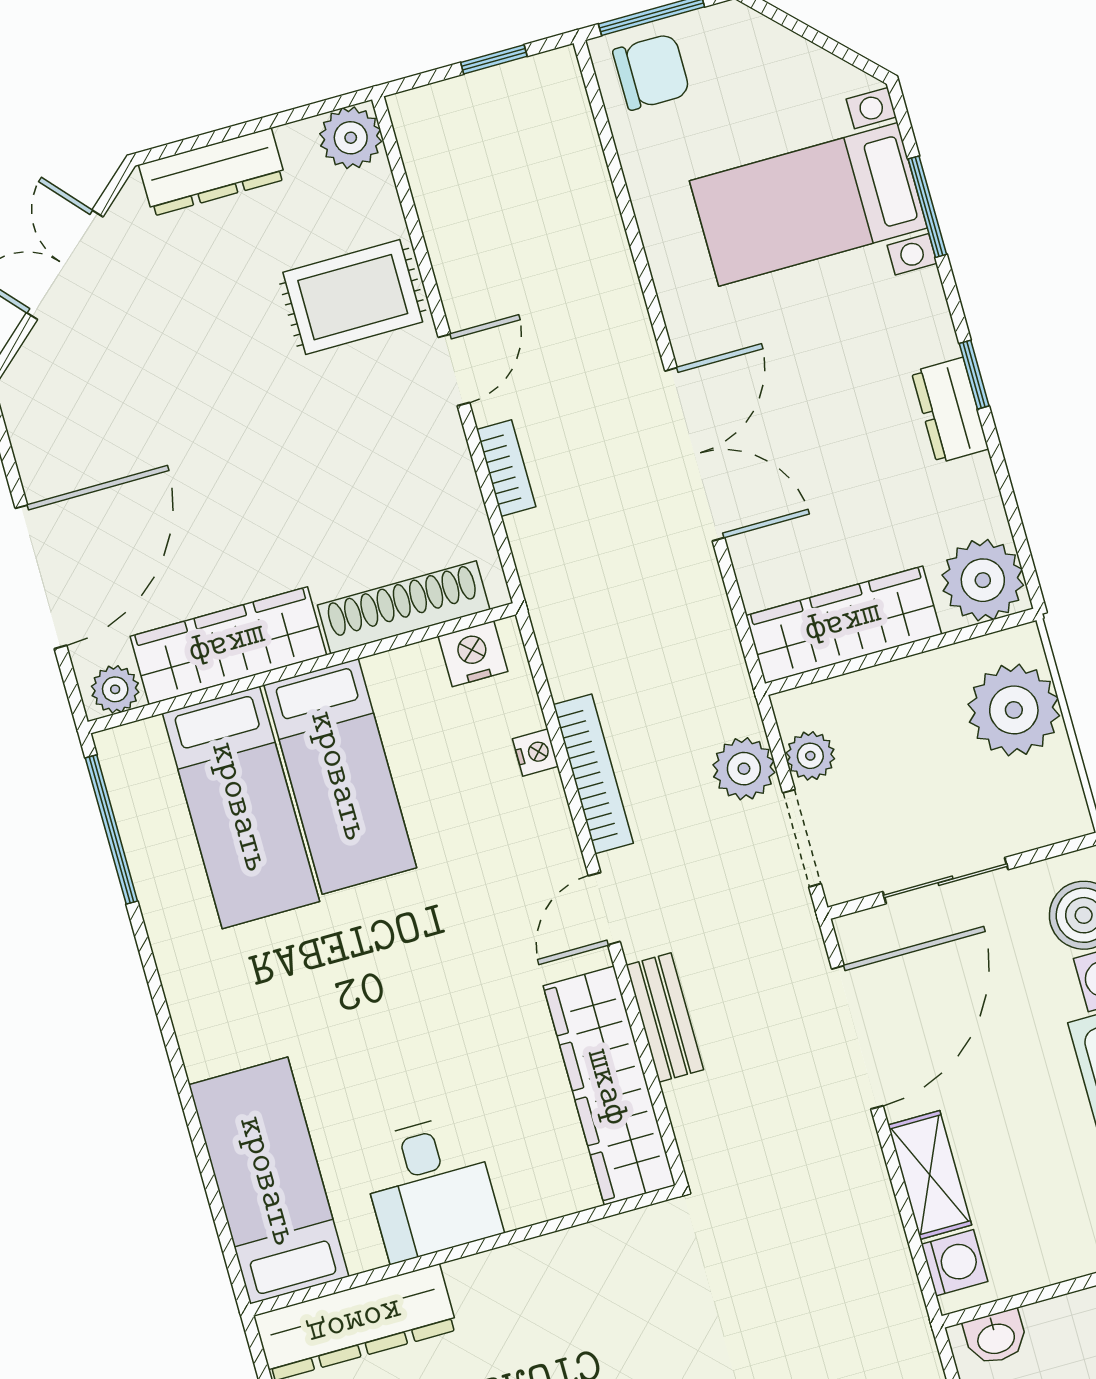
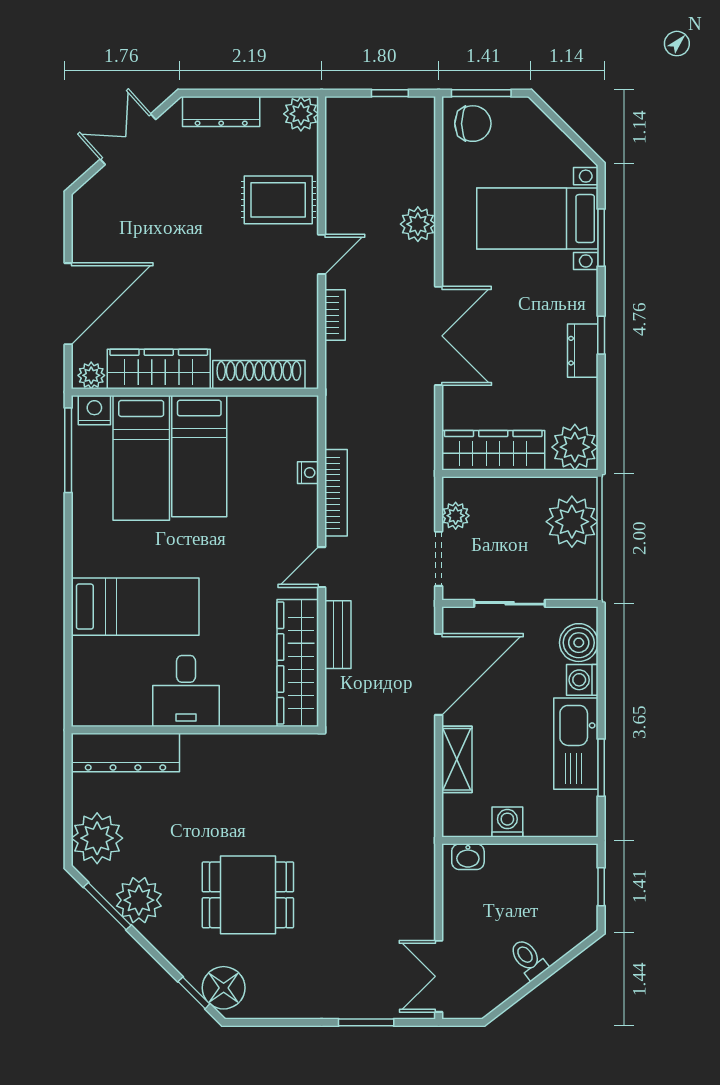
nightstand: (473, 654) -> (94, 410), moved
plant: (744, 769) -> (418, 224), moved
bed: (269, 1181) -> (135, 607), moved, turned 90
washing machine: (955, 1263) -> (507, 822), moved, turned -90

